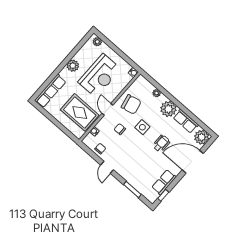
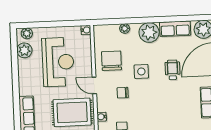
plant: (73, 66) -> (24, 50), moved
chair: (131, 104) -> (112, 61), turned -78

